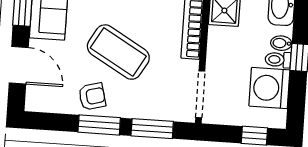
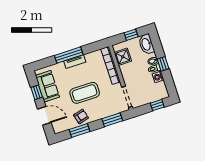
coffee table: (118, 52) -> (85, 93), turned -30
washing machine: (269, 88) -> (158, 77), width x0.53, depth x0.53
window: (99, 125) -> (80, 130), moved

